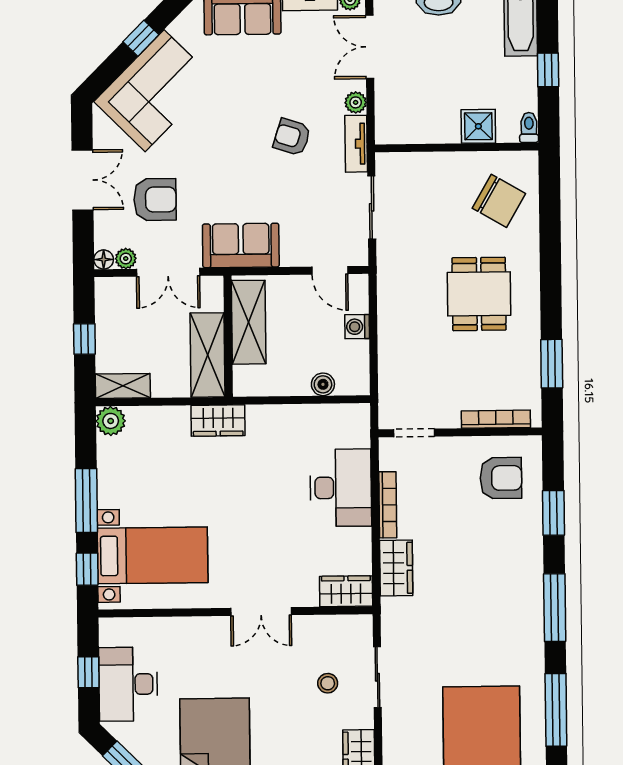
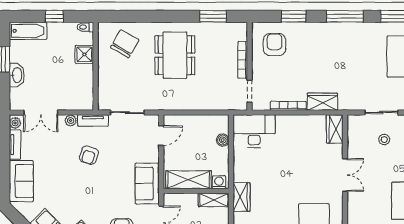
dining table: (479, 294) -> (175, 55), width x1.37
washing machine: (357, 327) -> (219, 182), moved, turned 180
shelving: (208, 355) -> (214, 200), width x0.67, depth x0.75
bookcase: (496, 419) -> (243, 60), moved
desk: (341, 488) -> (254, 131), moved

